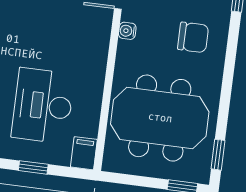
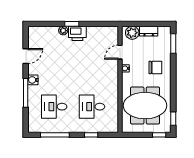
desk: (43, 106) -> (92, 107), width x0.73
filing cabinet: (84, 153) -> (113, 126), removed

